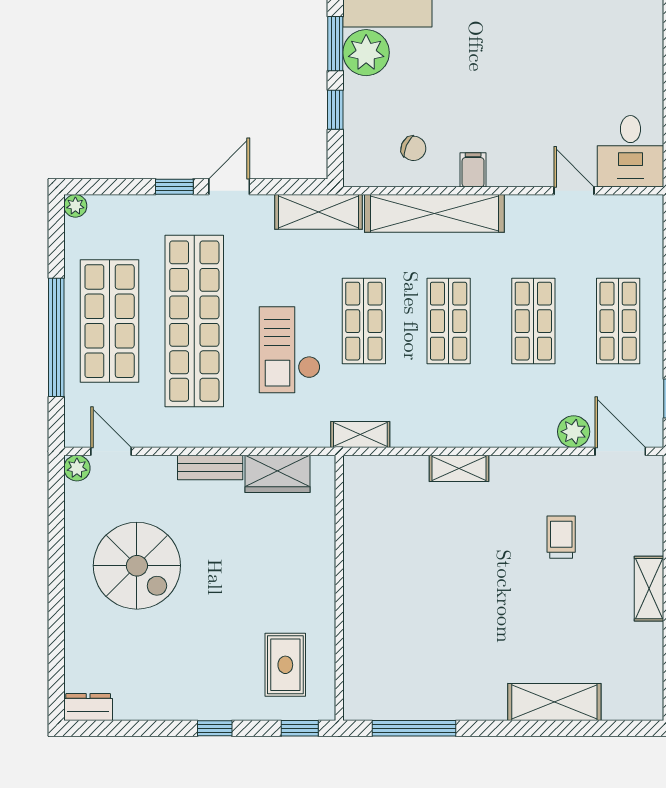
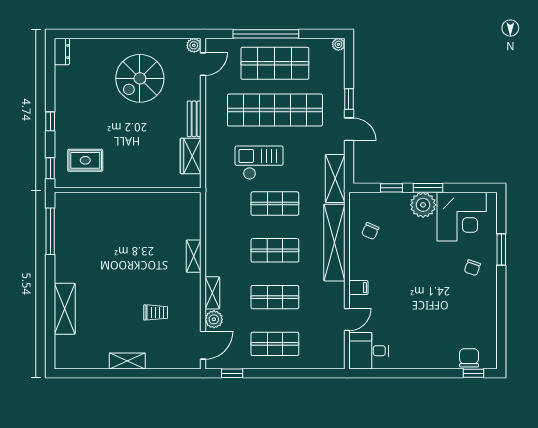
filing cabinet: (473, 170) -> (358, 288), moved
shelving: (360, 434) -> (212, 293), moved

